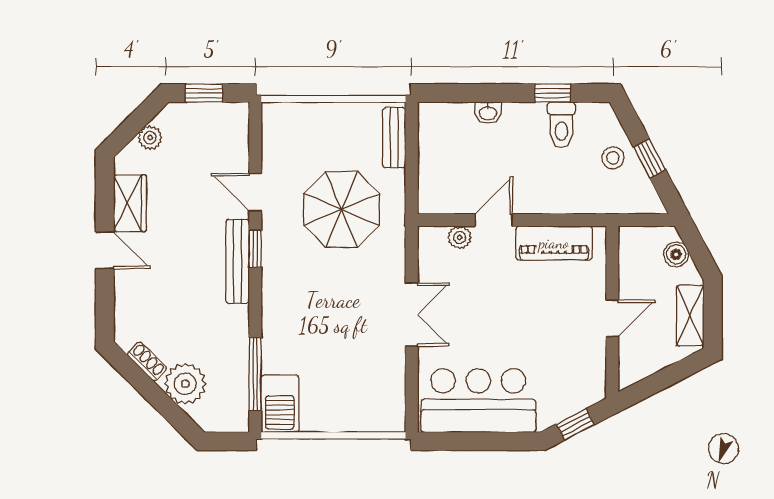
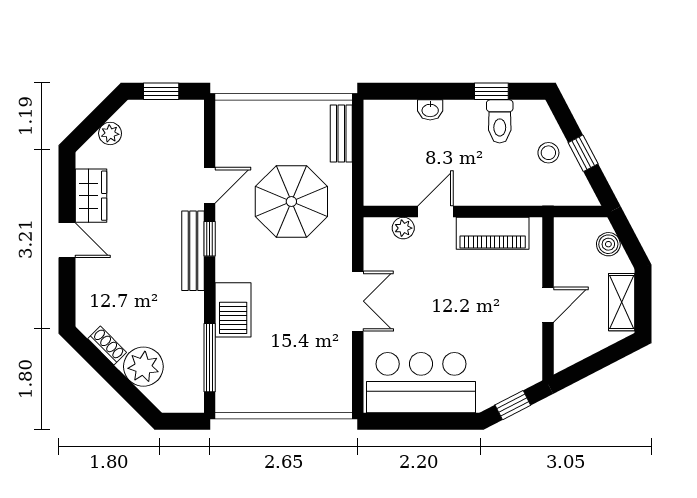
door: (255, 192) -> (210, 185), swing flipped
barbecue: (280, 404) -> (233, 310), moved

